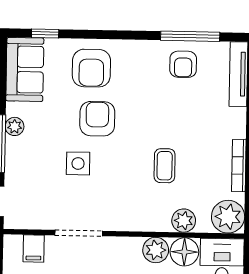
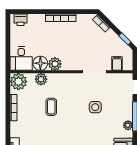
armchair: (97, 119) -> (86, 130), removed

